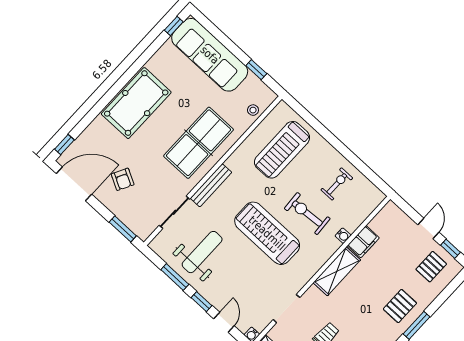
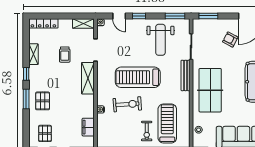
exercise bike: (337, 184) -> (147, 131), moved
treadmill: (267, 233) -> (138, 77), turned 180
filing cabinet: (363, 242) -> (88, 127), moved
shelving: (337, 271) -> (88, 78), moved
window: (175, 277) -> (175, 16), moved

